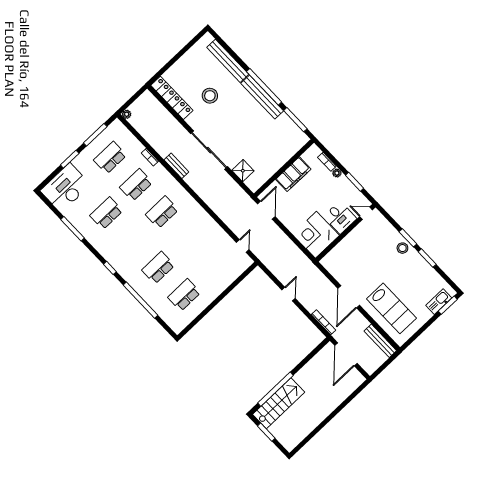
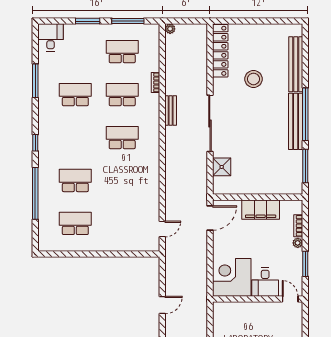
desk: (65, 188) -> (51, 37), width x0.53, depth x0.77

